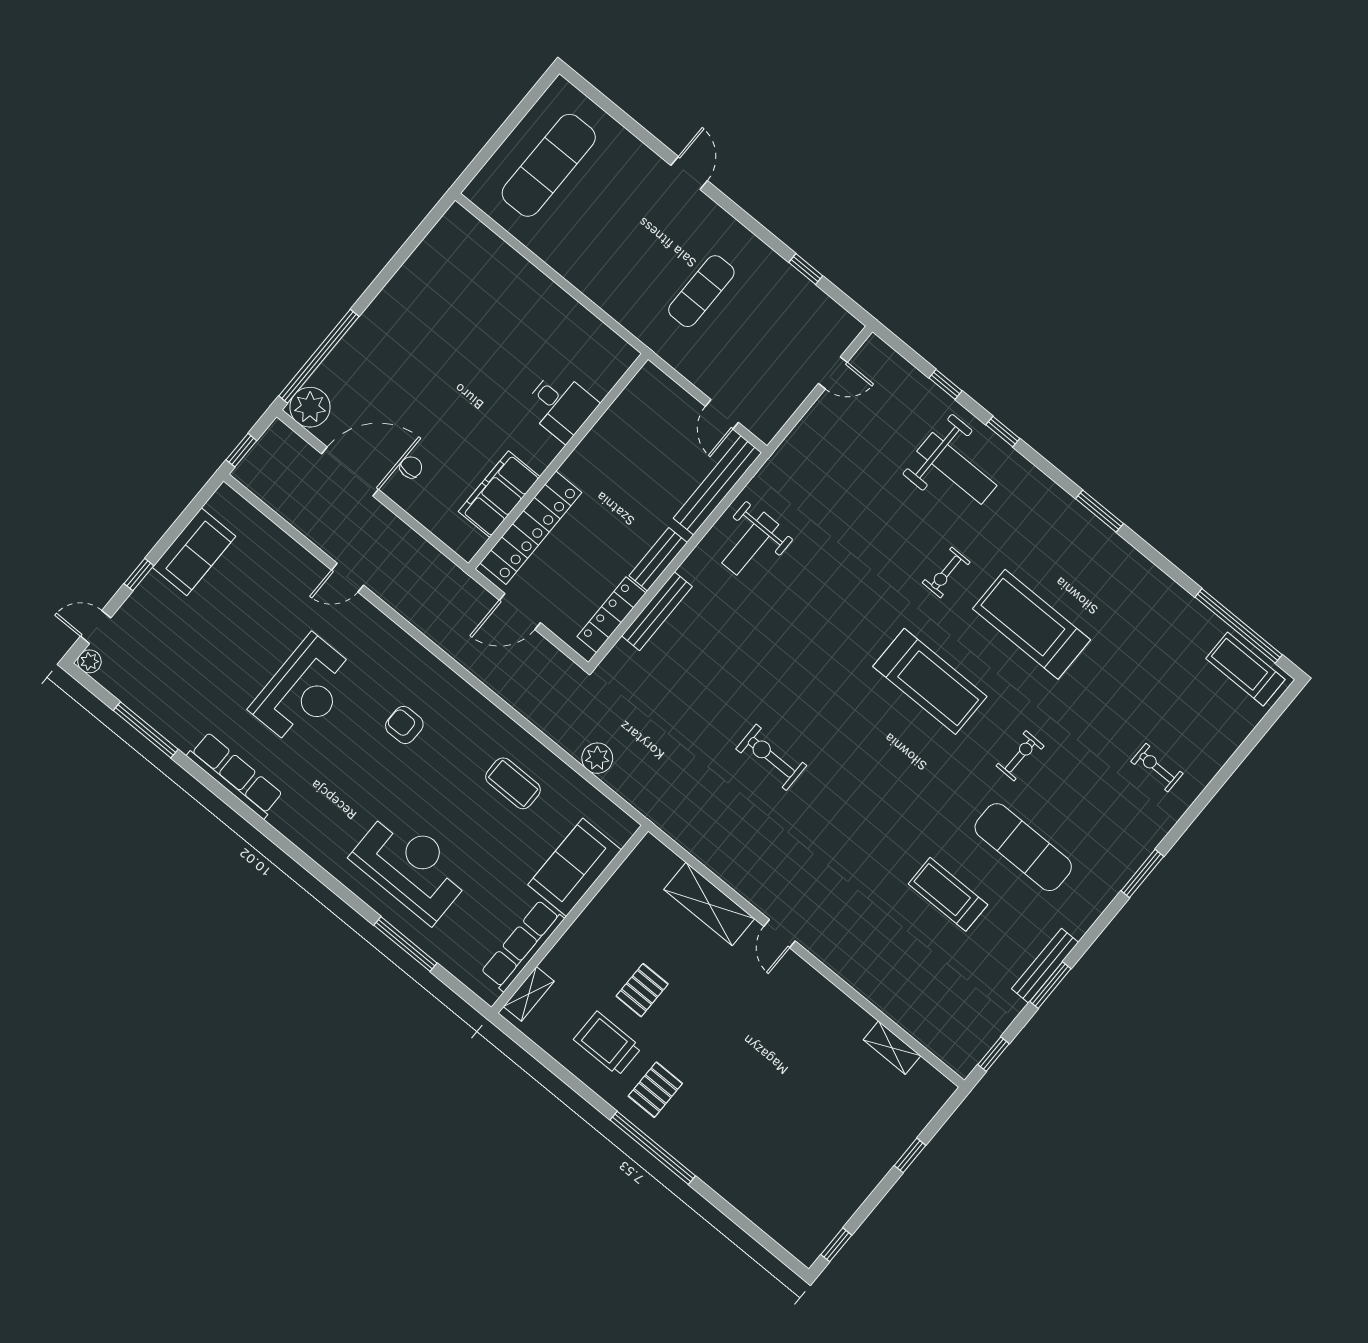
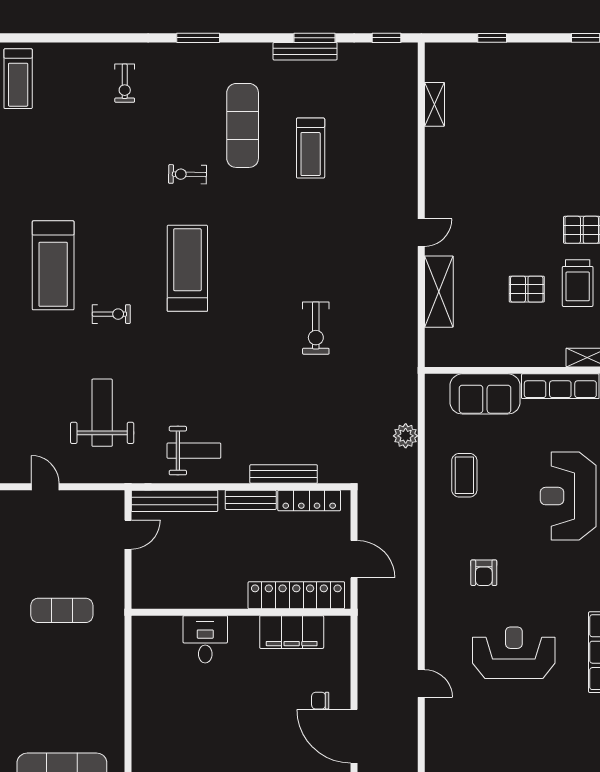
weight bench: (957, 468) -> (102, 413), moved
treadmill: (1031, 624) -> (53, 265), moved

